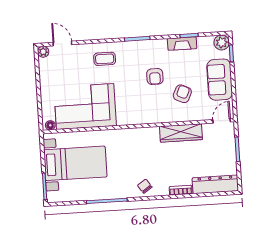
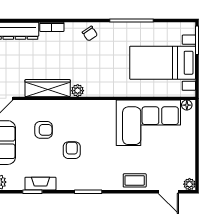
coffee table: (105, 59) -> (135, 180), moved
armchair: (182, 94) -> (44, 130), turned -115
plant: (153, 132) -> (78, 91), added

